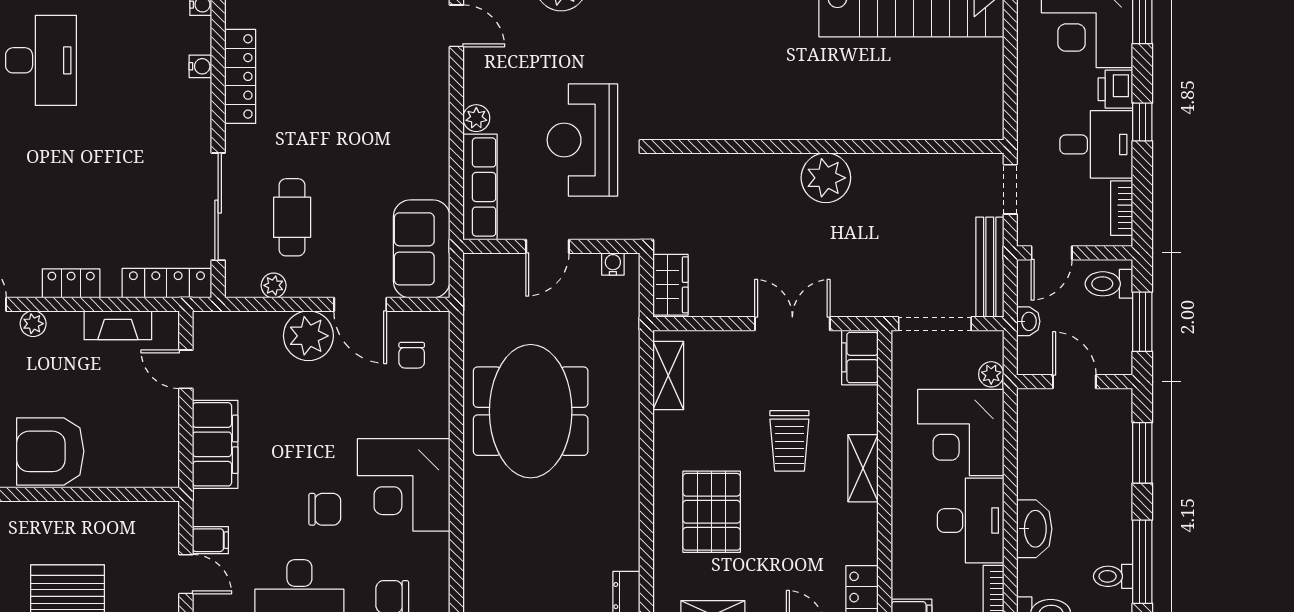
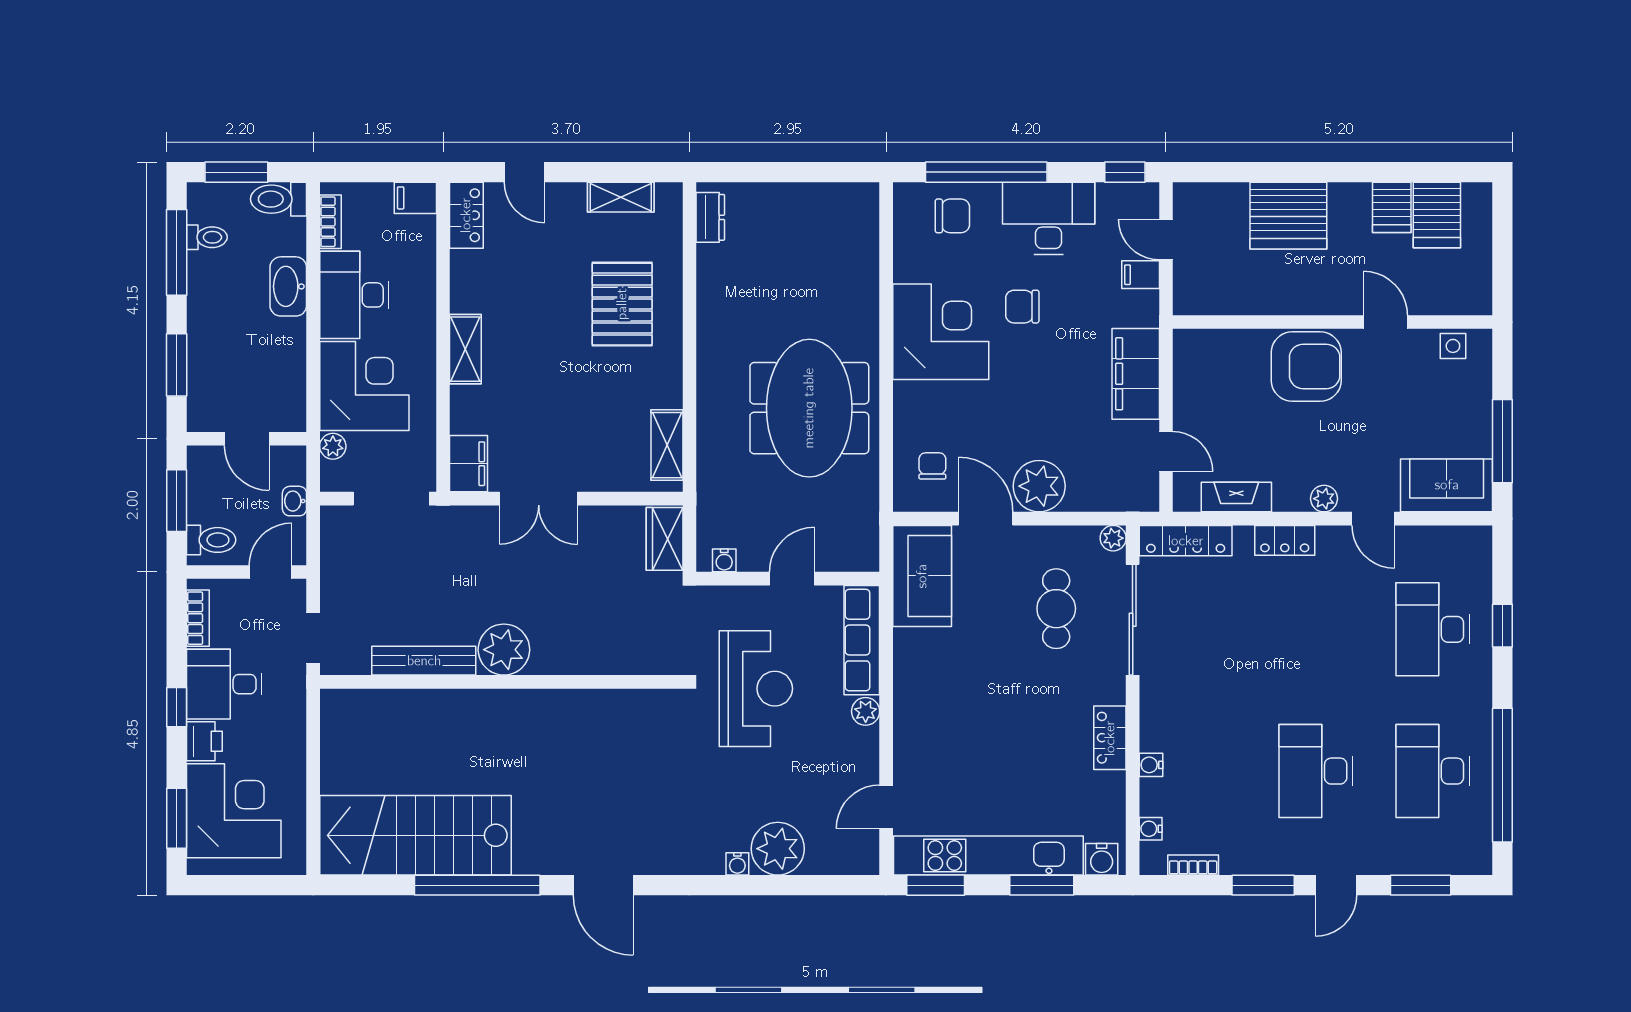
door: (456, 26) -> (886, 807), hinge flipped
locker: (240, 76) -> (1110, 738), width x0.66
bench: (990, 267) -> (424, 661), moved, turned 90
plant: (274, 285) -> (1113, 538), moved
trolley: (789, 441) -> (542, 377), removed

